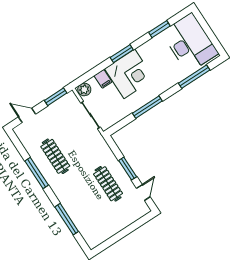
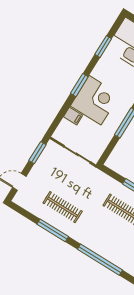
plant: (84, 89) -> (60, 134), removed
window: (67, 219) -> (100, 260), width x1.46

